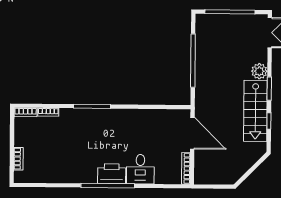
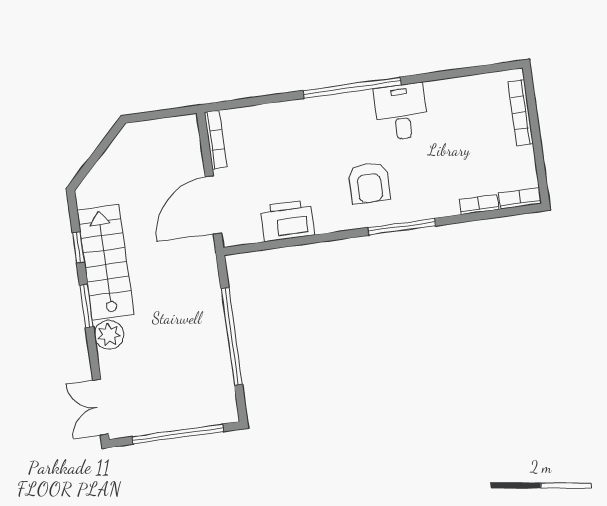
armchair: (106, 133) -> (369, 183), added
door: (192, 133) -> (213, 205), hinge flipped
bookcase: (18, 159) -> (521, 113), width x1.56
desk: (140, 169) -> (401, 112), moved
printer: (112, 174) -> (287, 221), moved, turned 180

